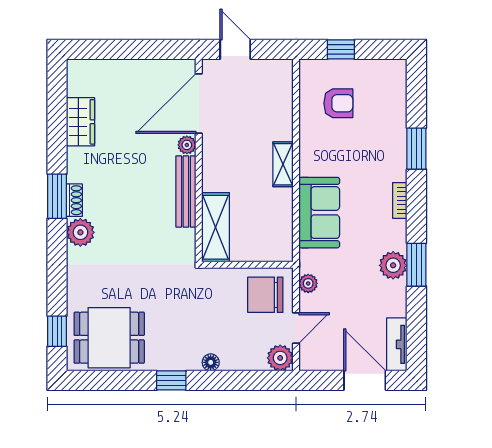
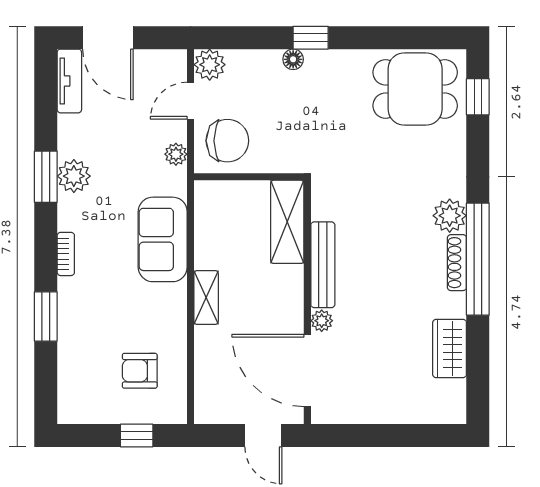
door: (199, 103) -> (307, 371), swing flipped
window: (57, 196) -> (478, 259), width x2.11
shoe rack: (74, 200) -> (457, 263), width x1.43
window: (171, 380) -> (311, 38), moved

